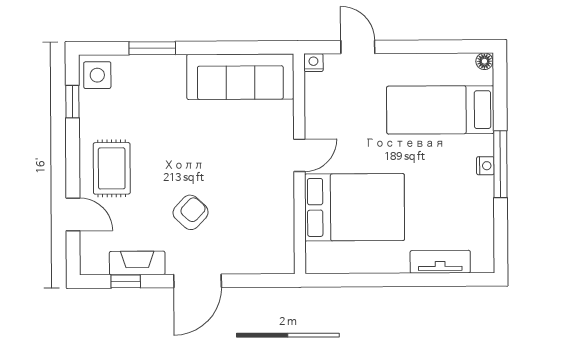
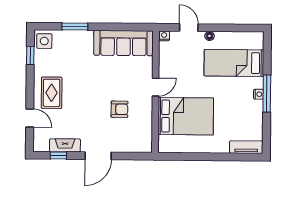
floor lamp: (484, 61) -> (209, 36), moved
armchair: (191, 212) -> (119, 109), moved, turned 47
tv unit: (440, 262) -> (246, 147), moved

